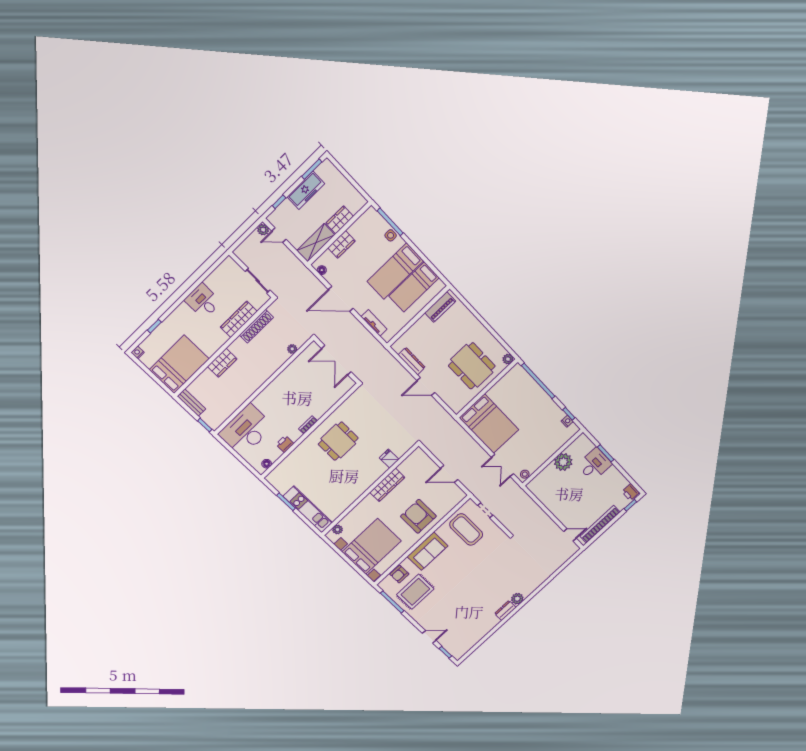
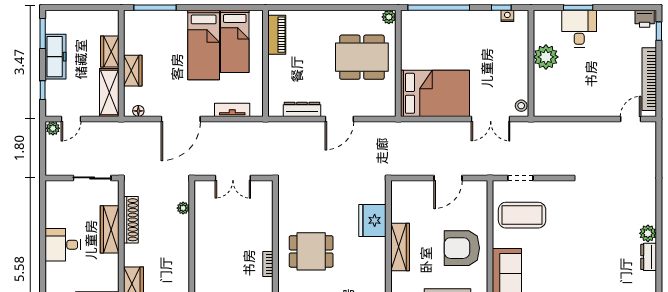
side table: (391, 235) -> (167, 19), removed
double door: (336, 360) -> (233, 178), width x0.73
dining table: (338, 441) -> (311, 251), turned 90
fridge: (389, 459) -> (372, 220), width x1.88, depth x1.34

